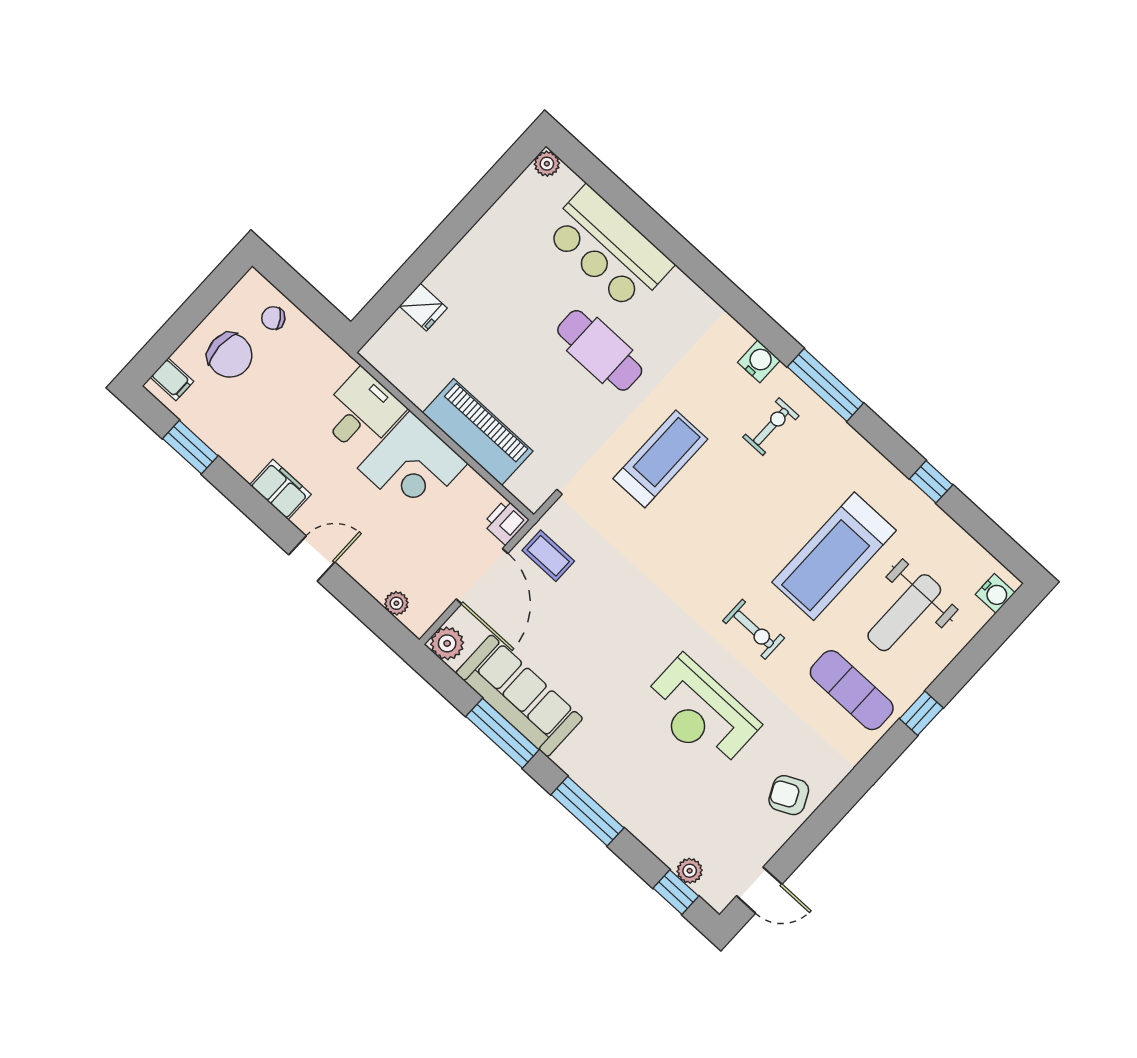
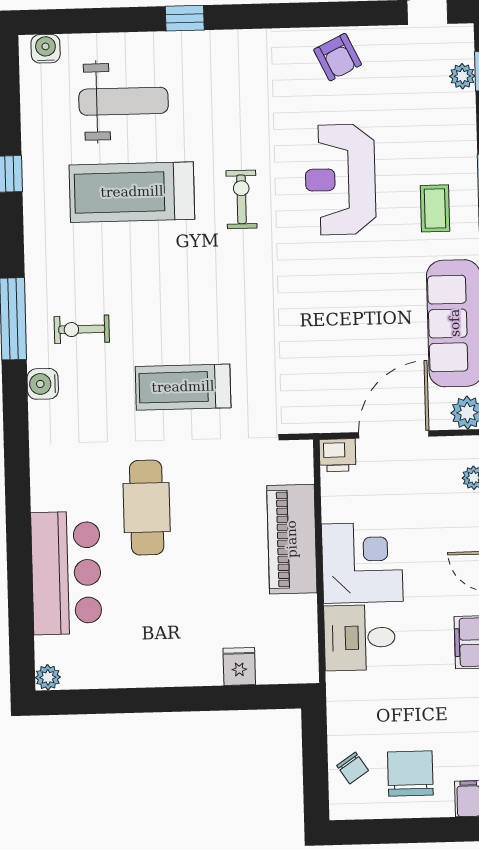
coffee table: (548, 556) -> (435, 208), moved
treadmill: (834, 556) -> (132, 192), turned 180
exercise mat: (852, 690) -> (217, 85), removed
reception desk: (700, 713) -> (340, 179), turned 180

